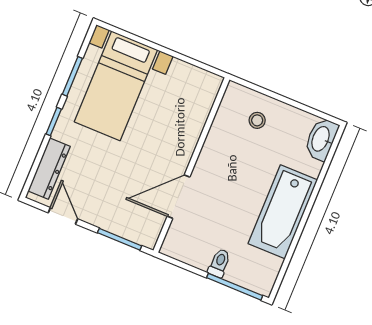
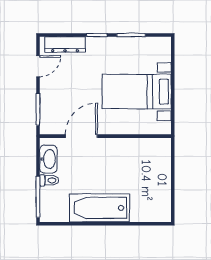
bed with nightstands: (116, 86) -> (137, 92), moved
stool: (257, 120) -> (152, 167), removed
washbasin: (321, 139) -> (48, 159), moved, turned 90
door: (178, 197) -> (81, 136), hinge flipped

